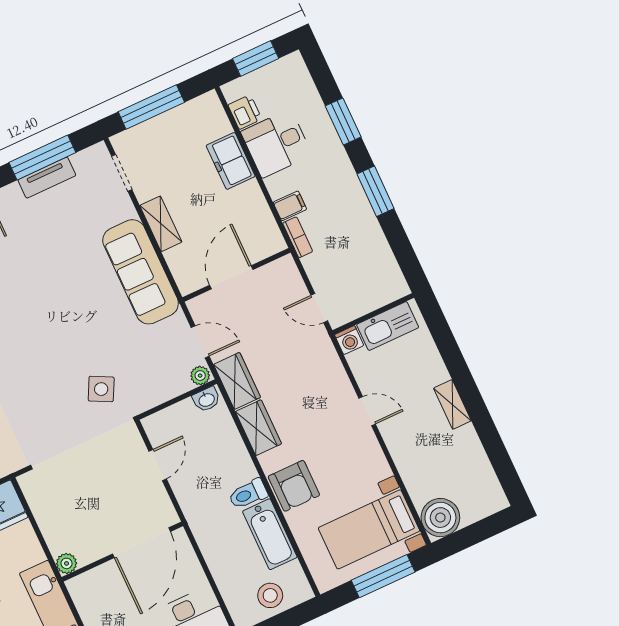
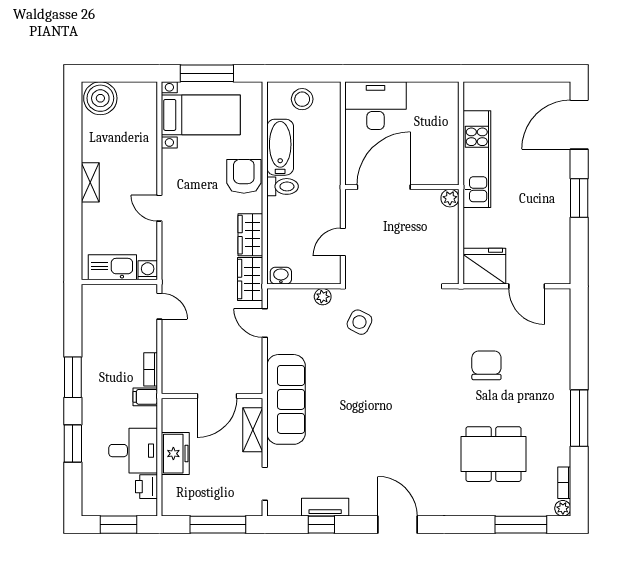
window: (42, 158) -> (321, 525), width x0.46
wall: (236, 275) -> (212, 396), moved
door: (231, 277) -> (217, 396), moved
plant: (200, 376) -> (323, 297), moved
boiler: (440, 518) -> (100, 98), moved

